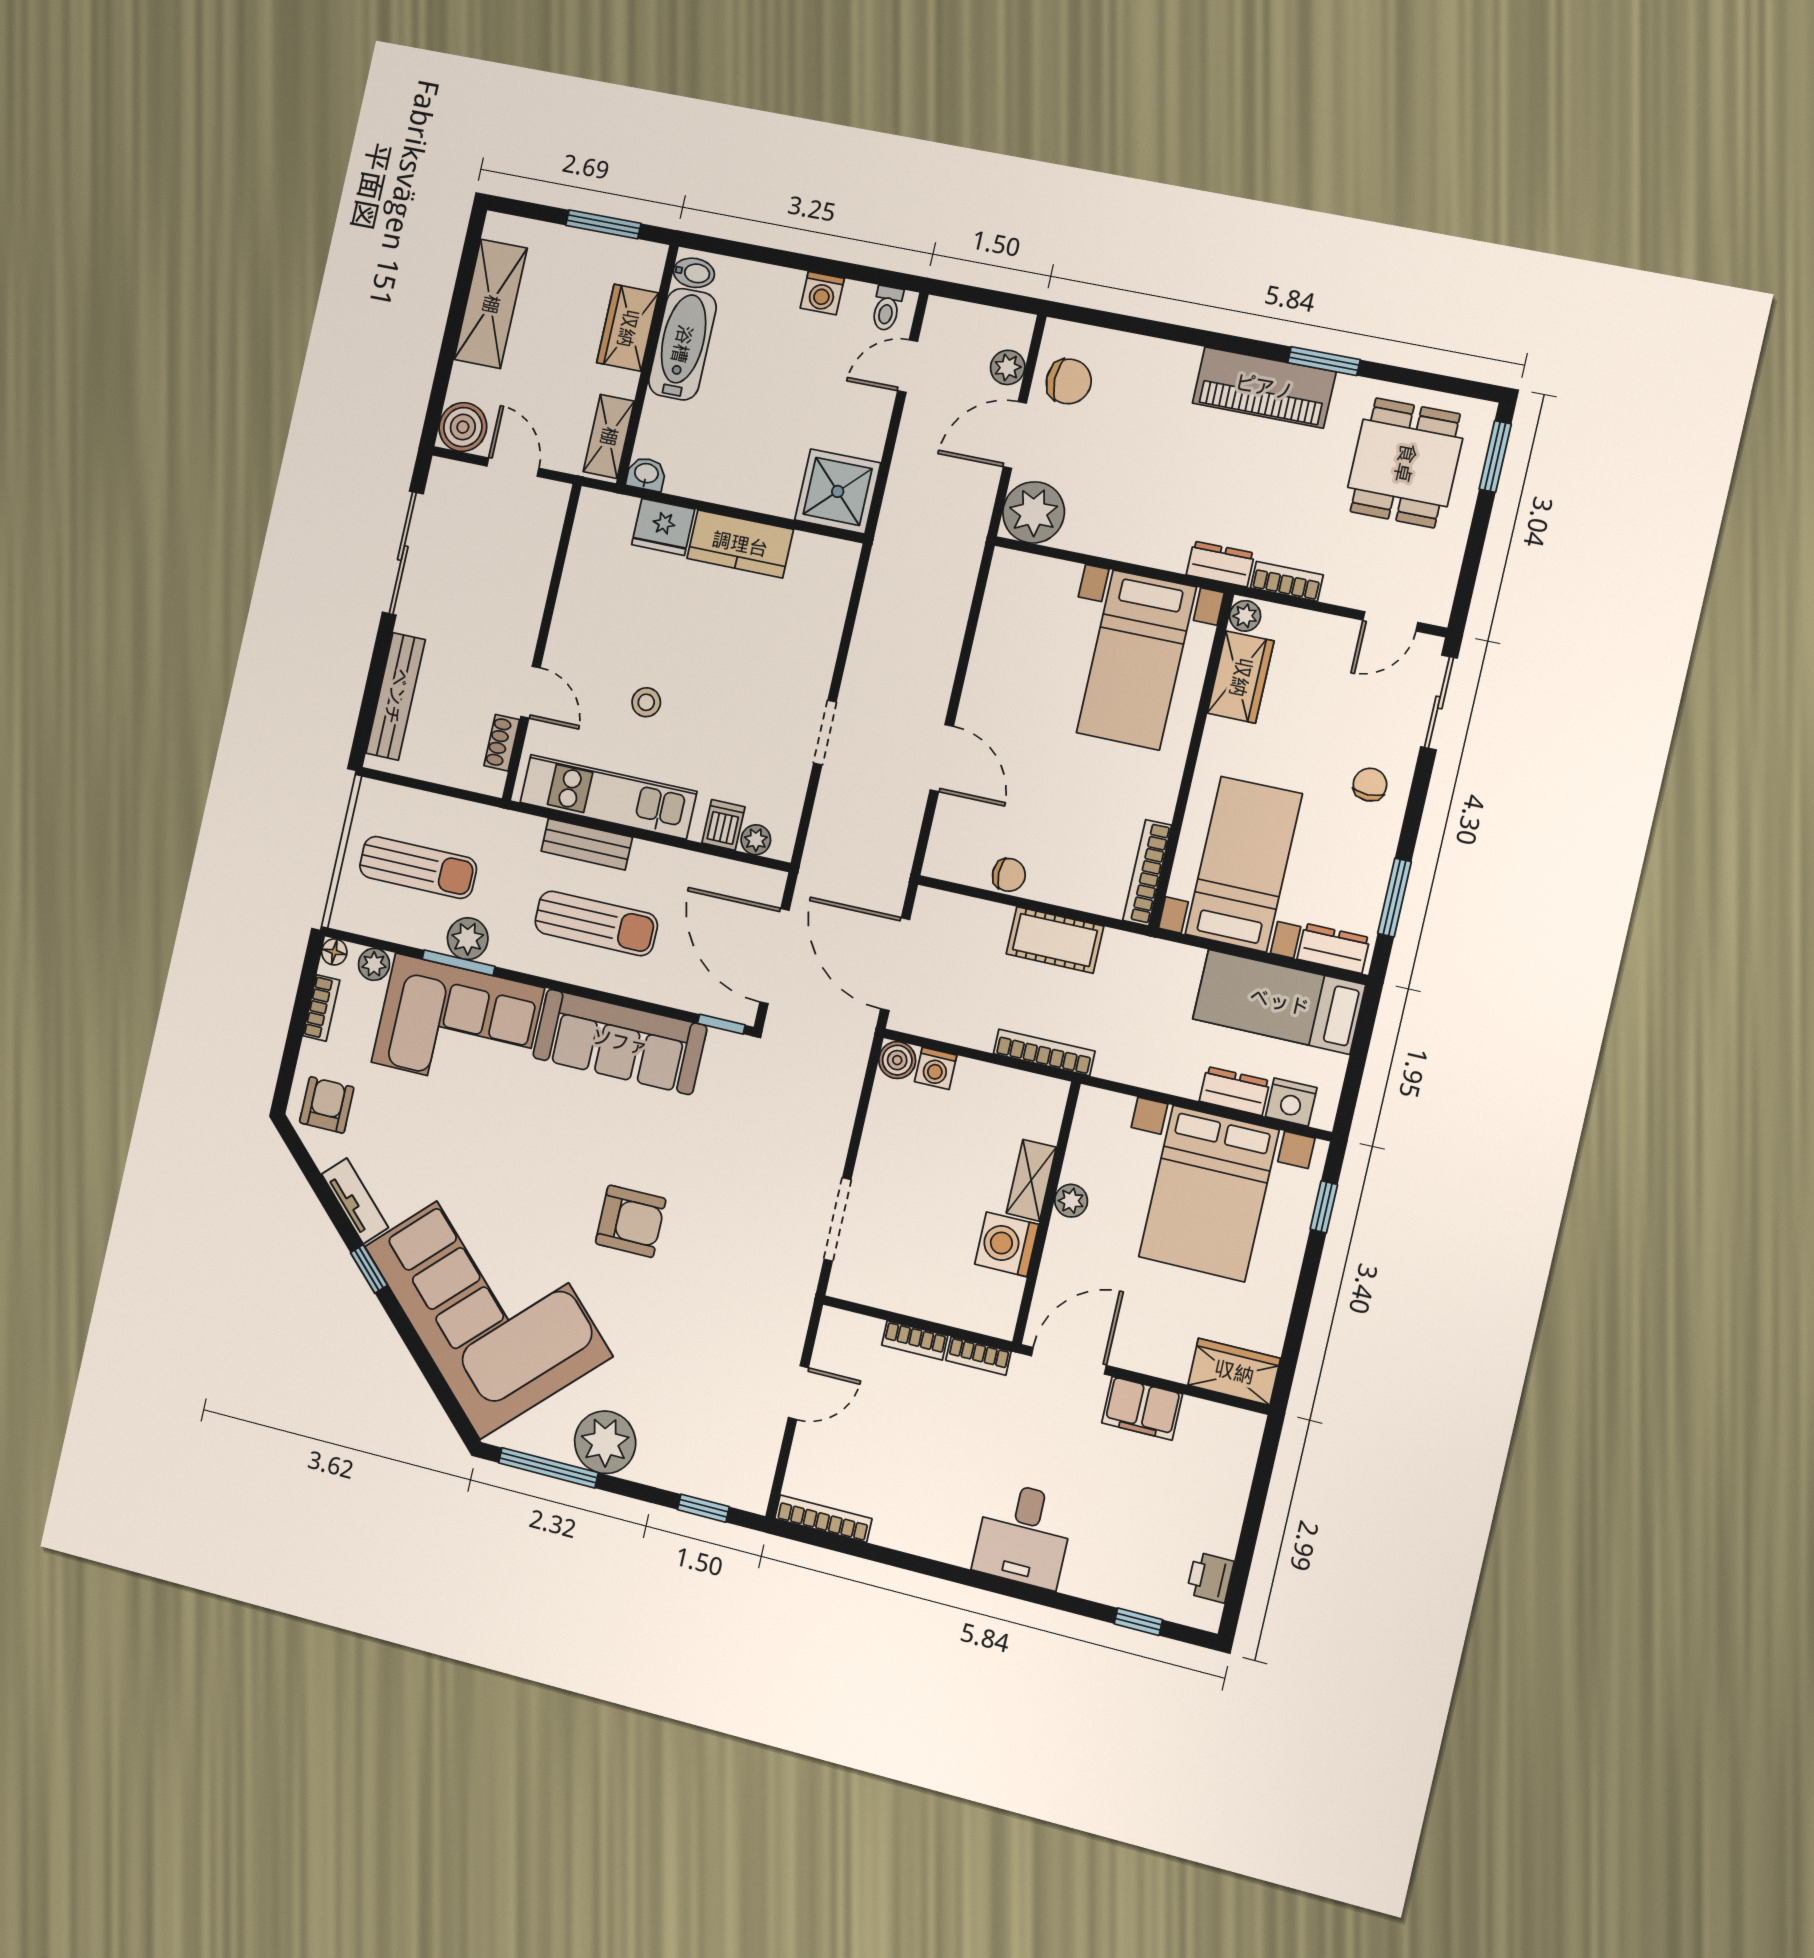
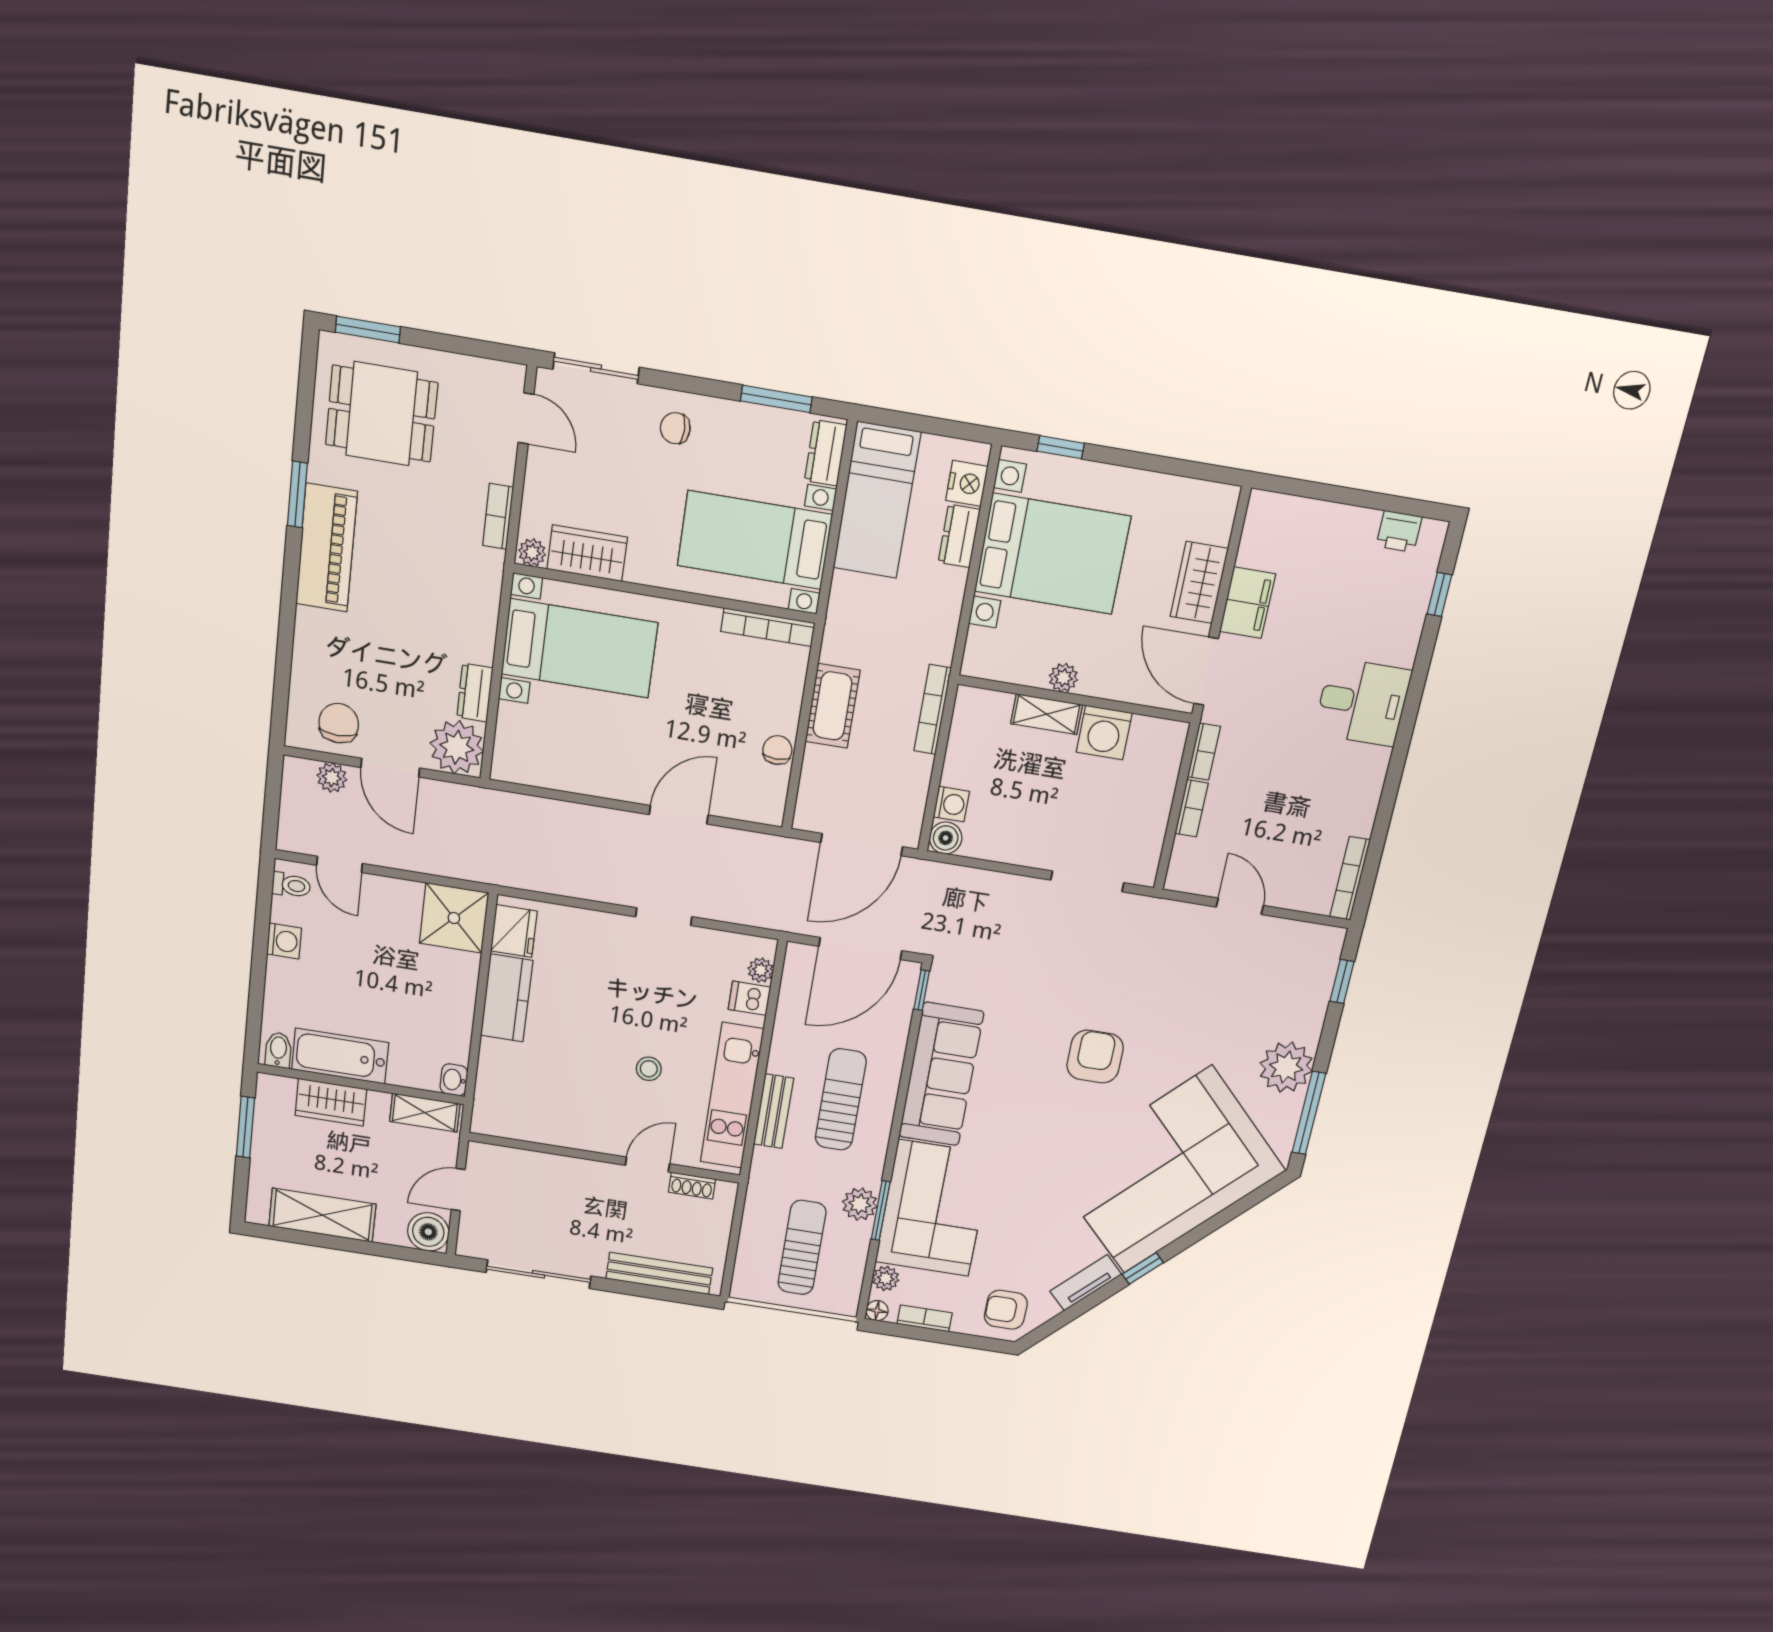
fridge: (663, 527) -> (514, 931), moved
dresser: (1220, 564) -> (475, 693), moved
wardrobe: (1234, 1372) -> (1199, 583), moved

